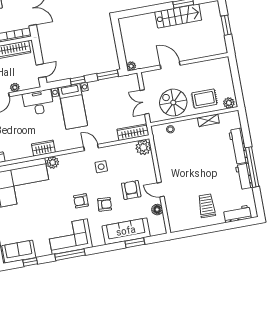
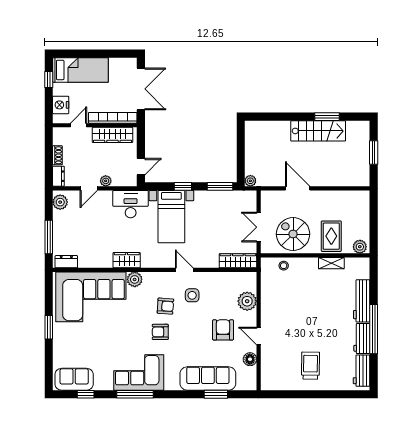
rug: (204, 99) -> (331, 236), turned 90
plant: (143, 147) -> (247, 301), moved
armchair: (105, 204) -> (165, 306), moved
workbench: (237, 214) -> (362, 371), moved, turned -90

